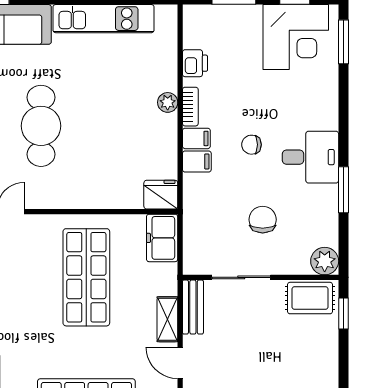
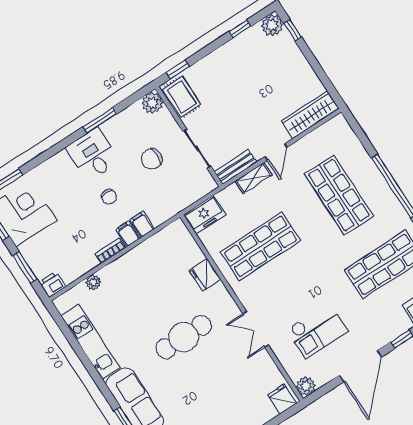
printer: (195, 63) -> (53, 284), moved
plant: (168, 102) -> (93, 282), moved
fridge: (161, 195) -> (205, 275), moved

